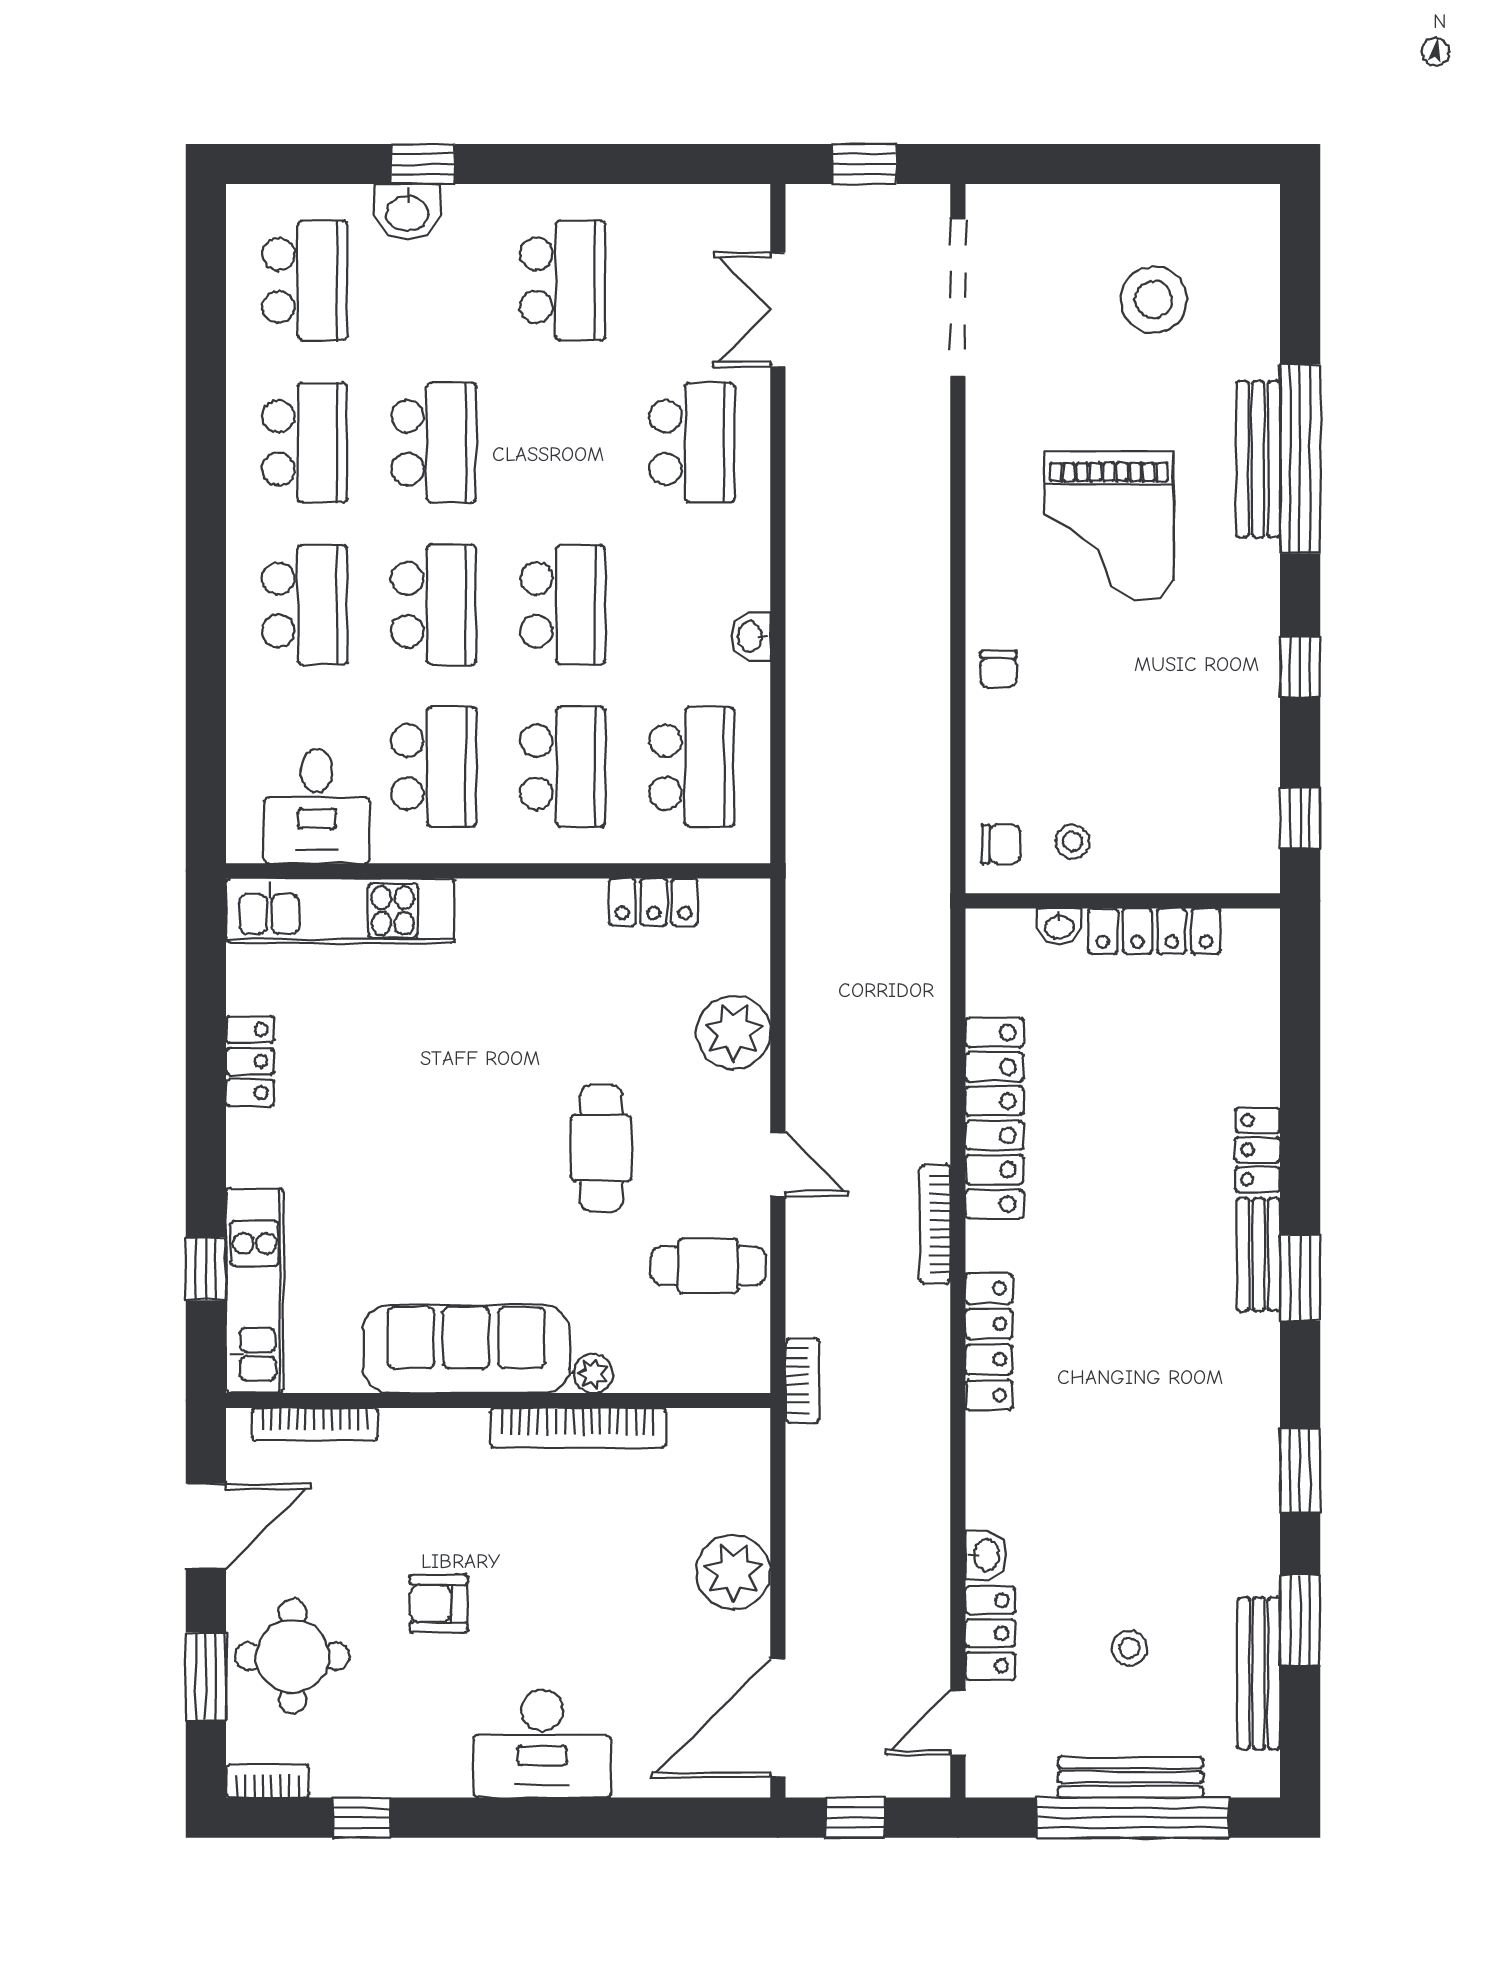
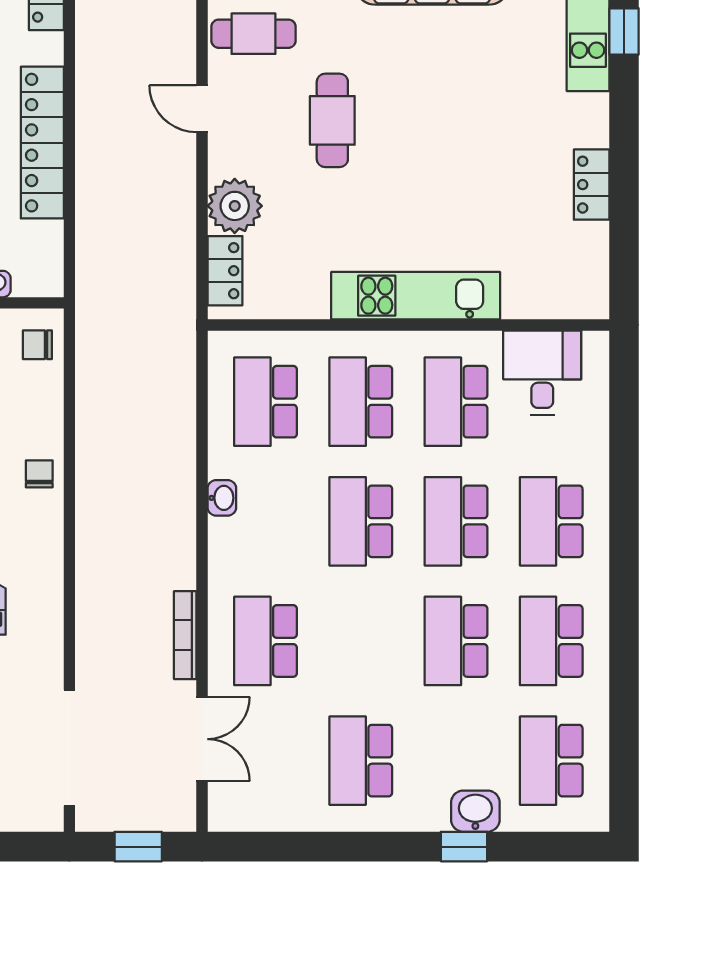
locker: (654, 902) -> (225, 271), moved, turned 90
kitchen unit: (340, 911) -> (416, 296), moved
bookcase: (935, 1224) -> (185, 635), moved, turned 180

